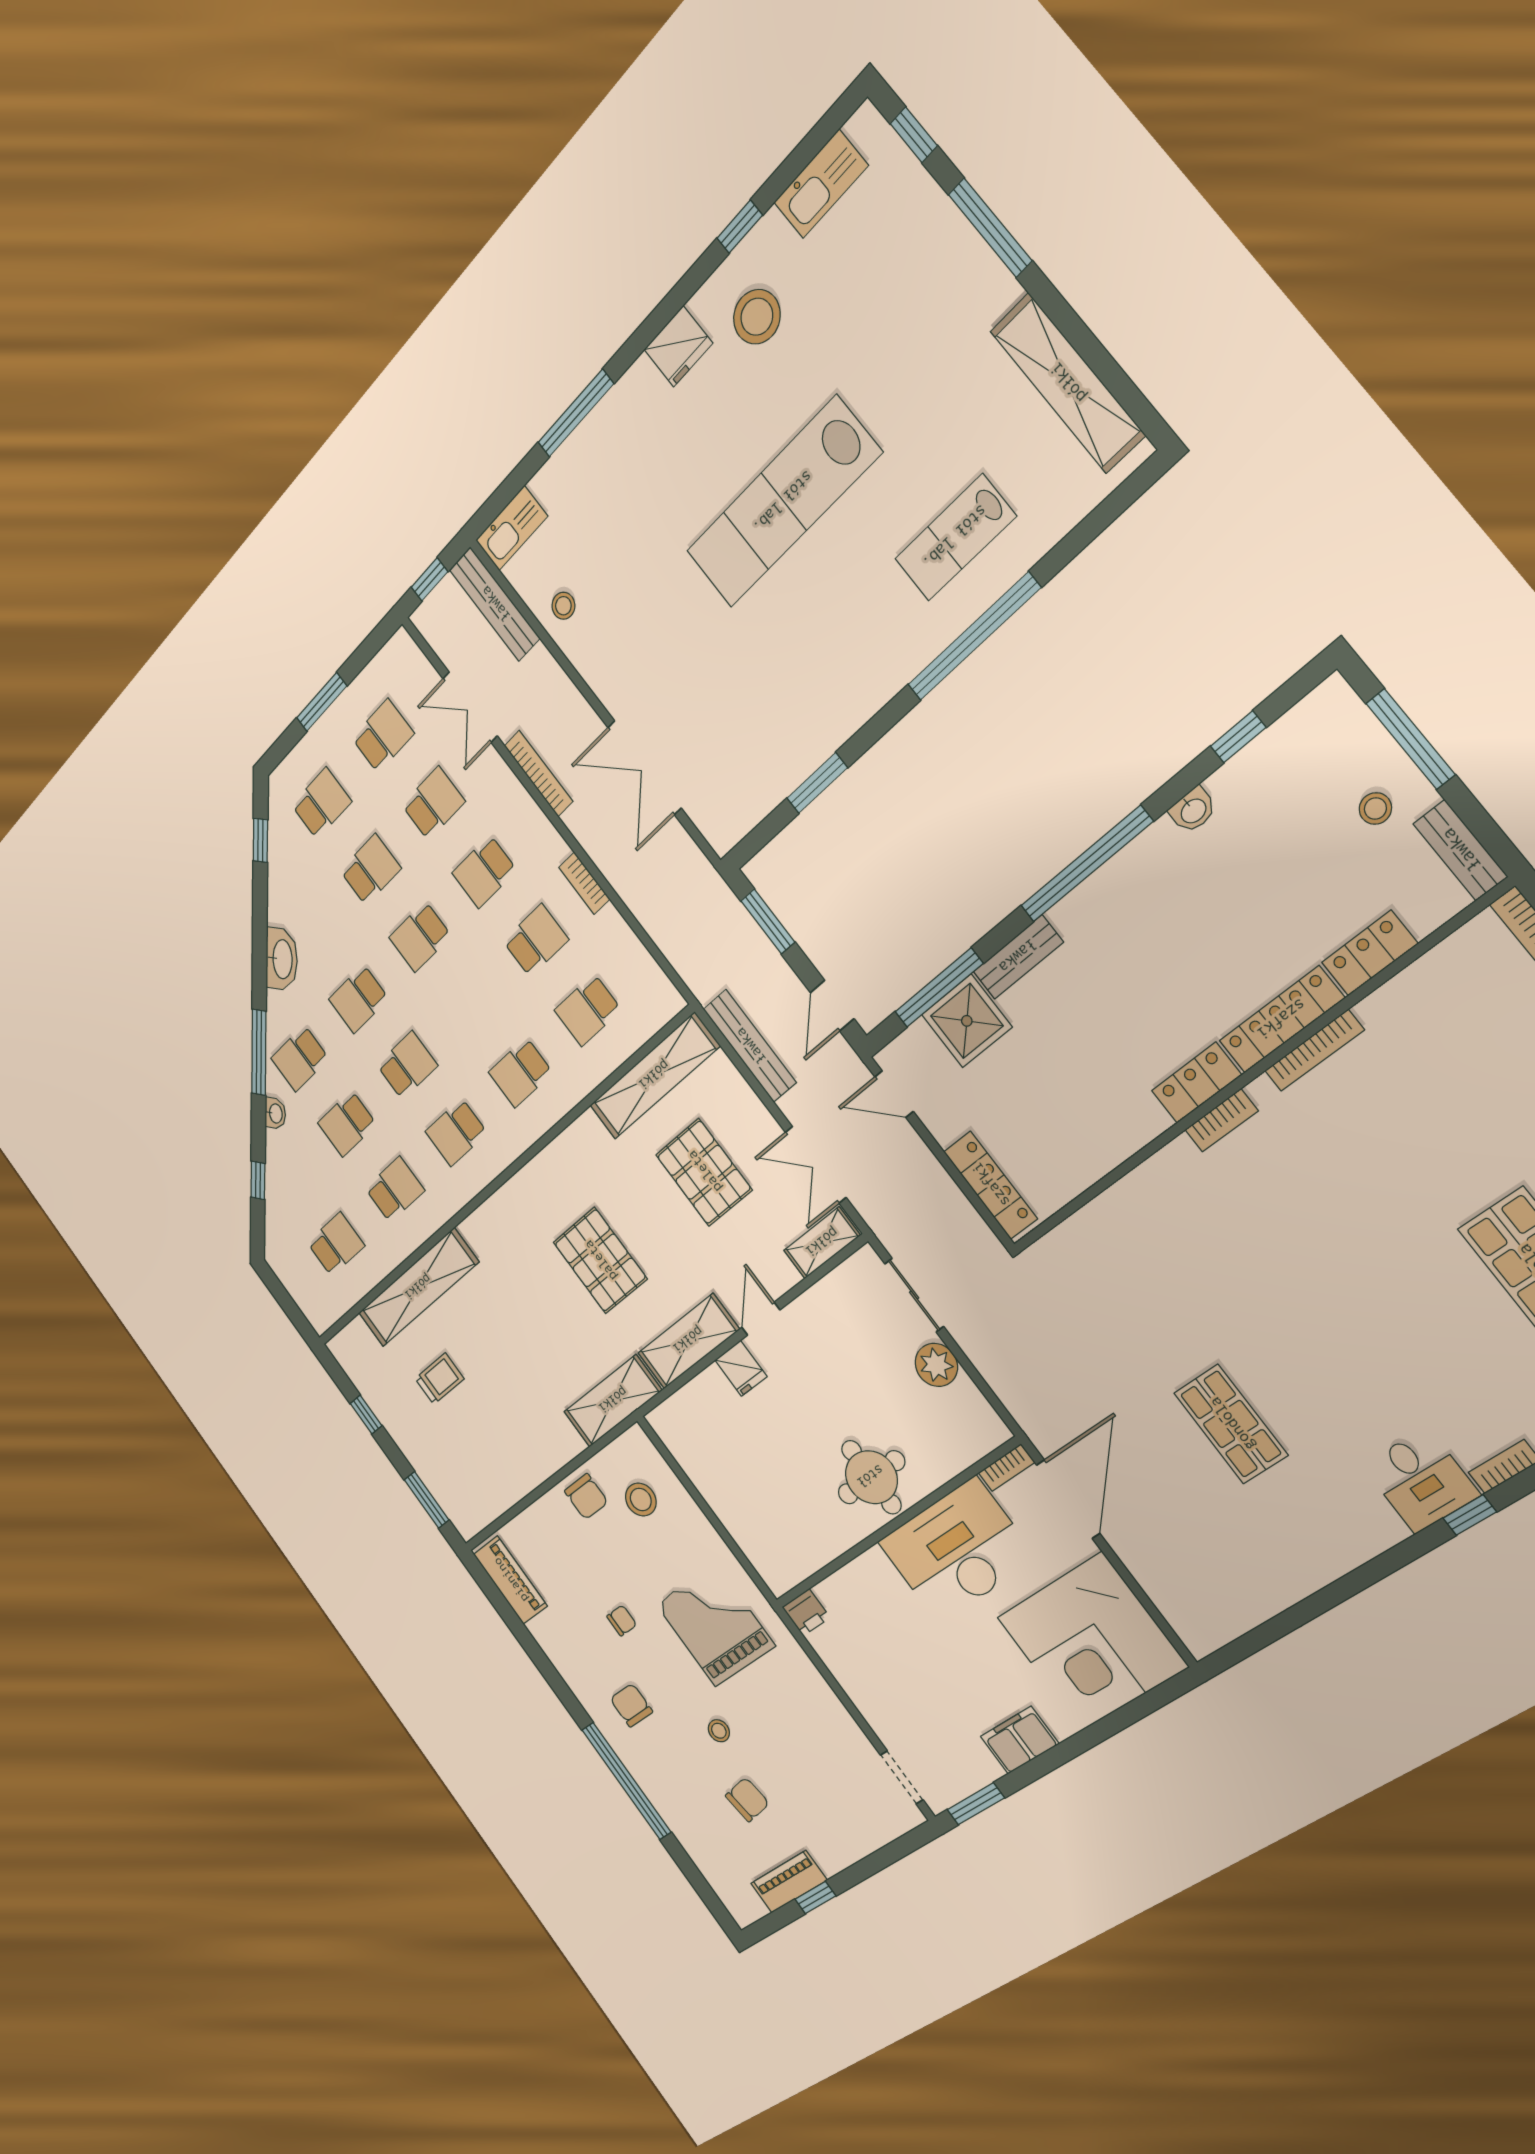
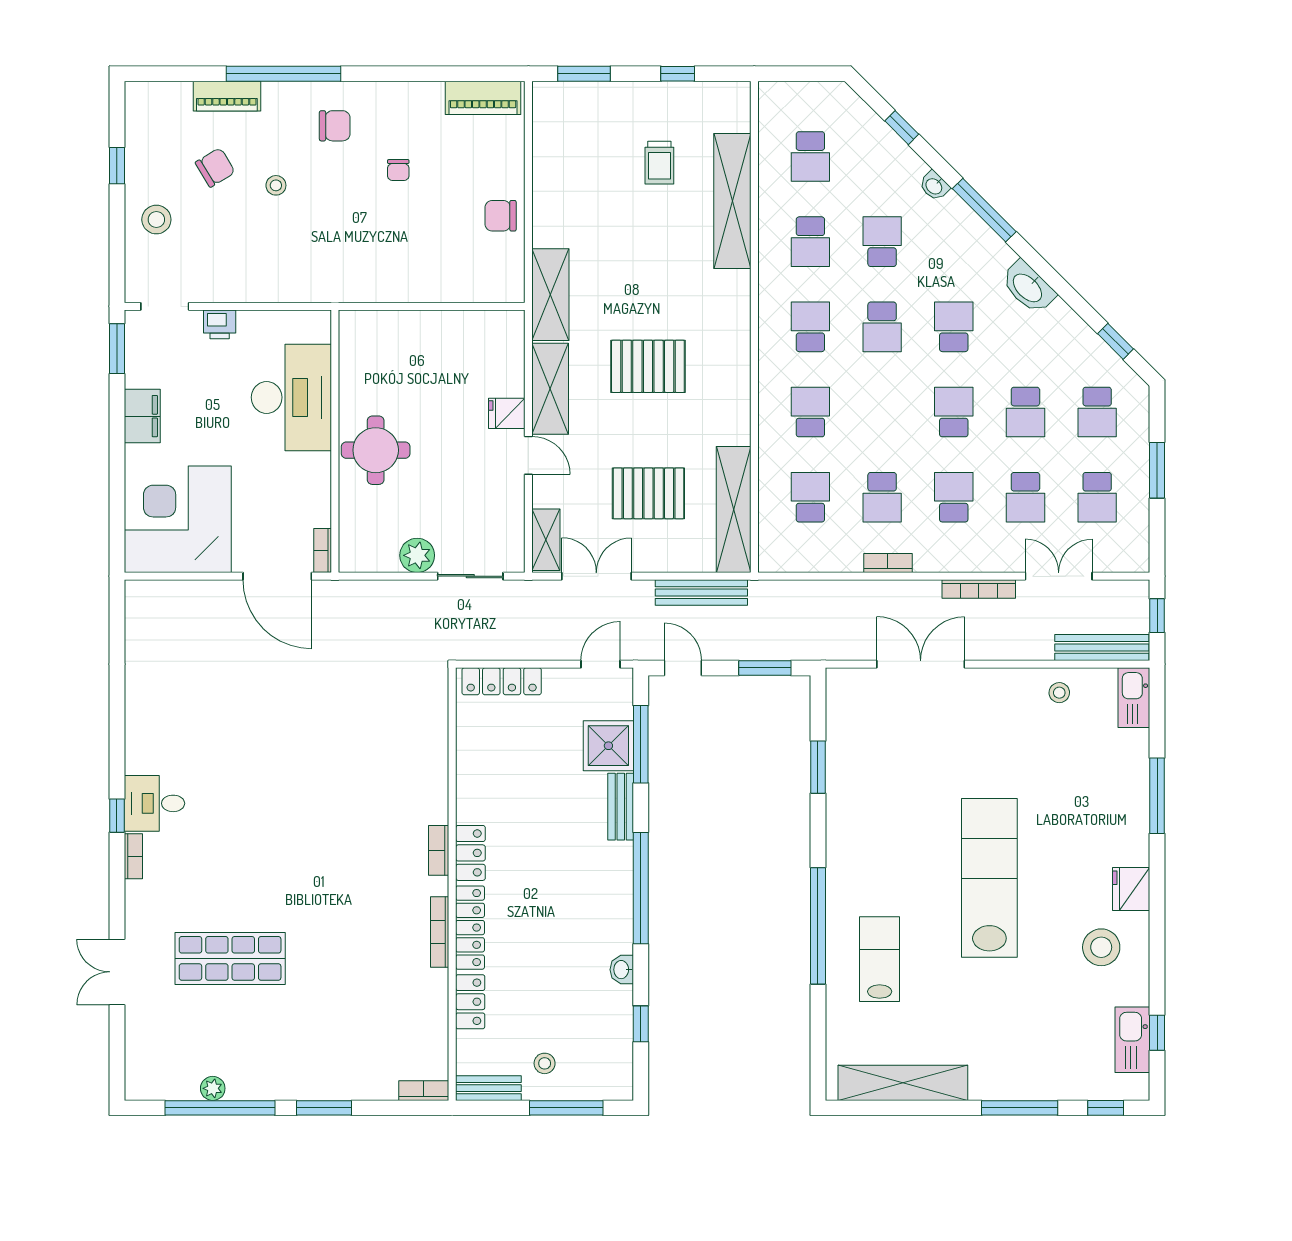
window: (740, 227) -> (1157, 1033), moved
school desk: (300, 1058) -> (954, 242), removed
shop shelf: (1231, 1424) -> (258, 717), removed
stool: (641, 1500) -> (156, 220), moved
desk: (957, 1550) -> (291, 397), moved
printer: (806, 1612) -> (220, 324), moved, turned -90
grand piano: (715, 1625) -> (350, 246), removed
chair: (747, 1800) -> (215, 167), turned -113
piano: (789, 1882) -> (227, 96), moved, turned 90

